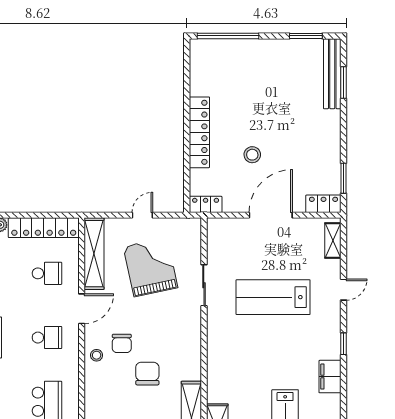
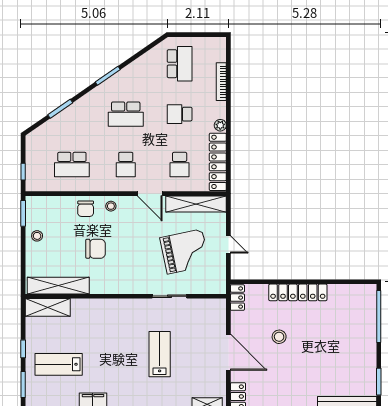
lab bench: (273, 297) -> (160, 354), width x0.73, depth x0.72
chair: (122, 343) -> (86, 209), moved, turned -90

